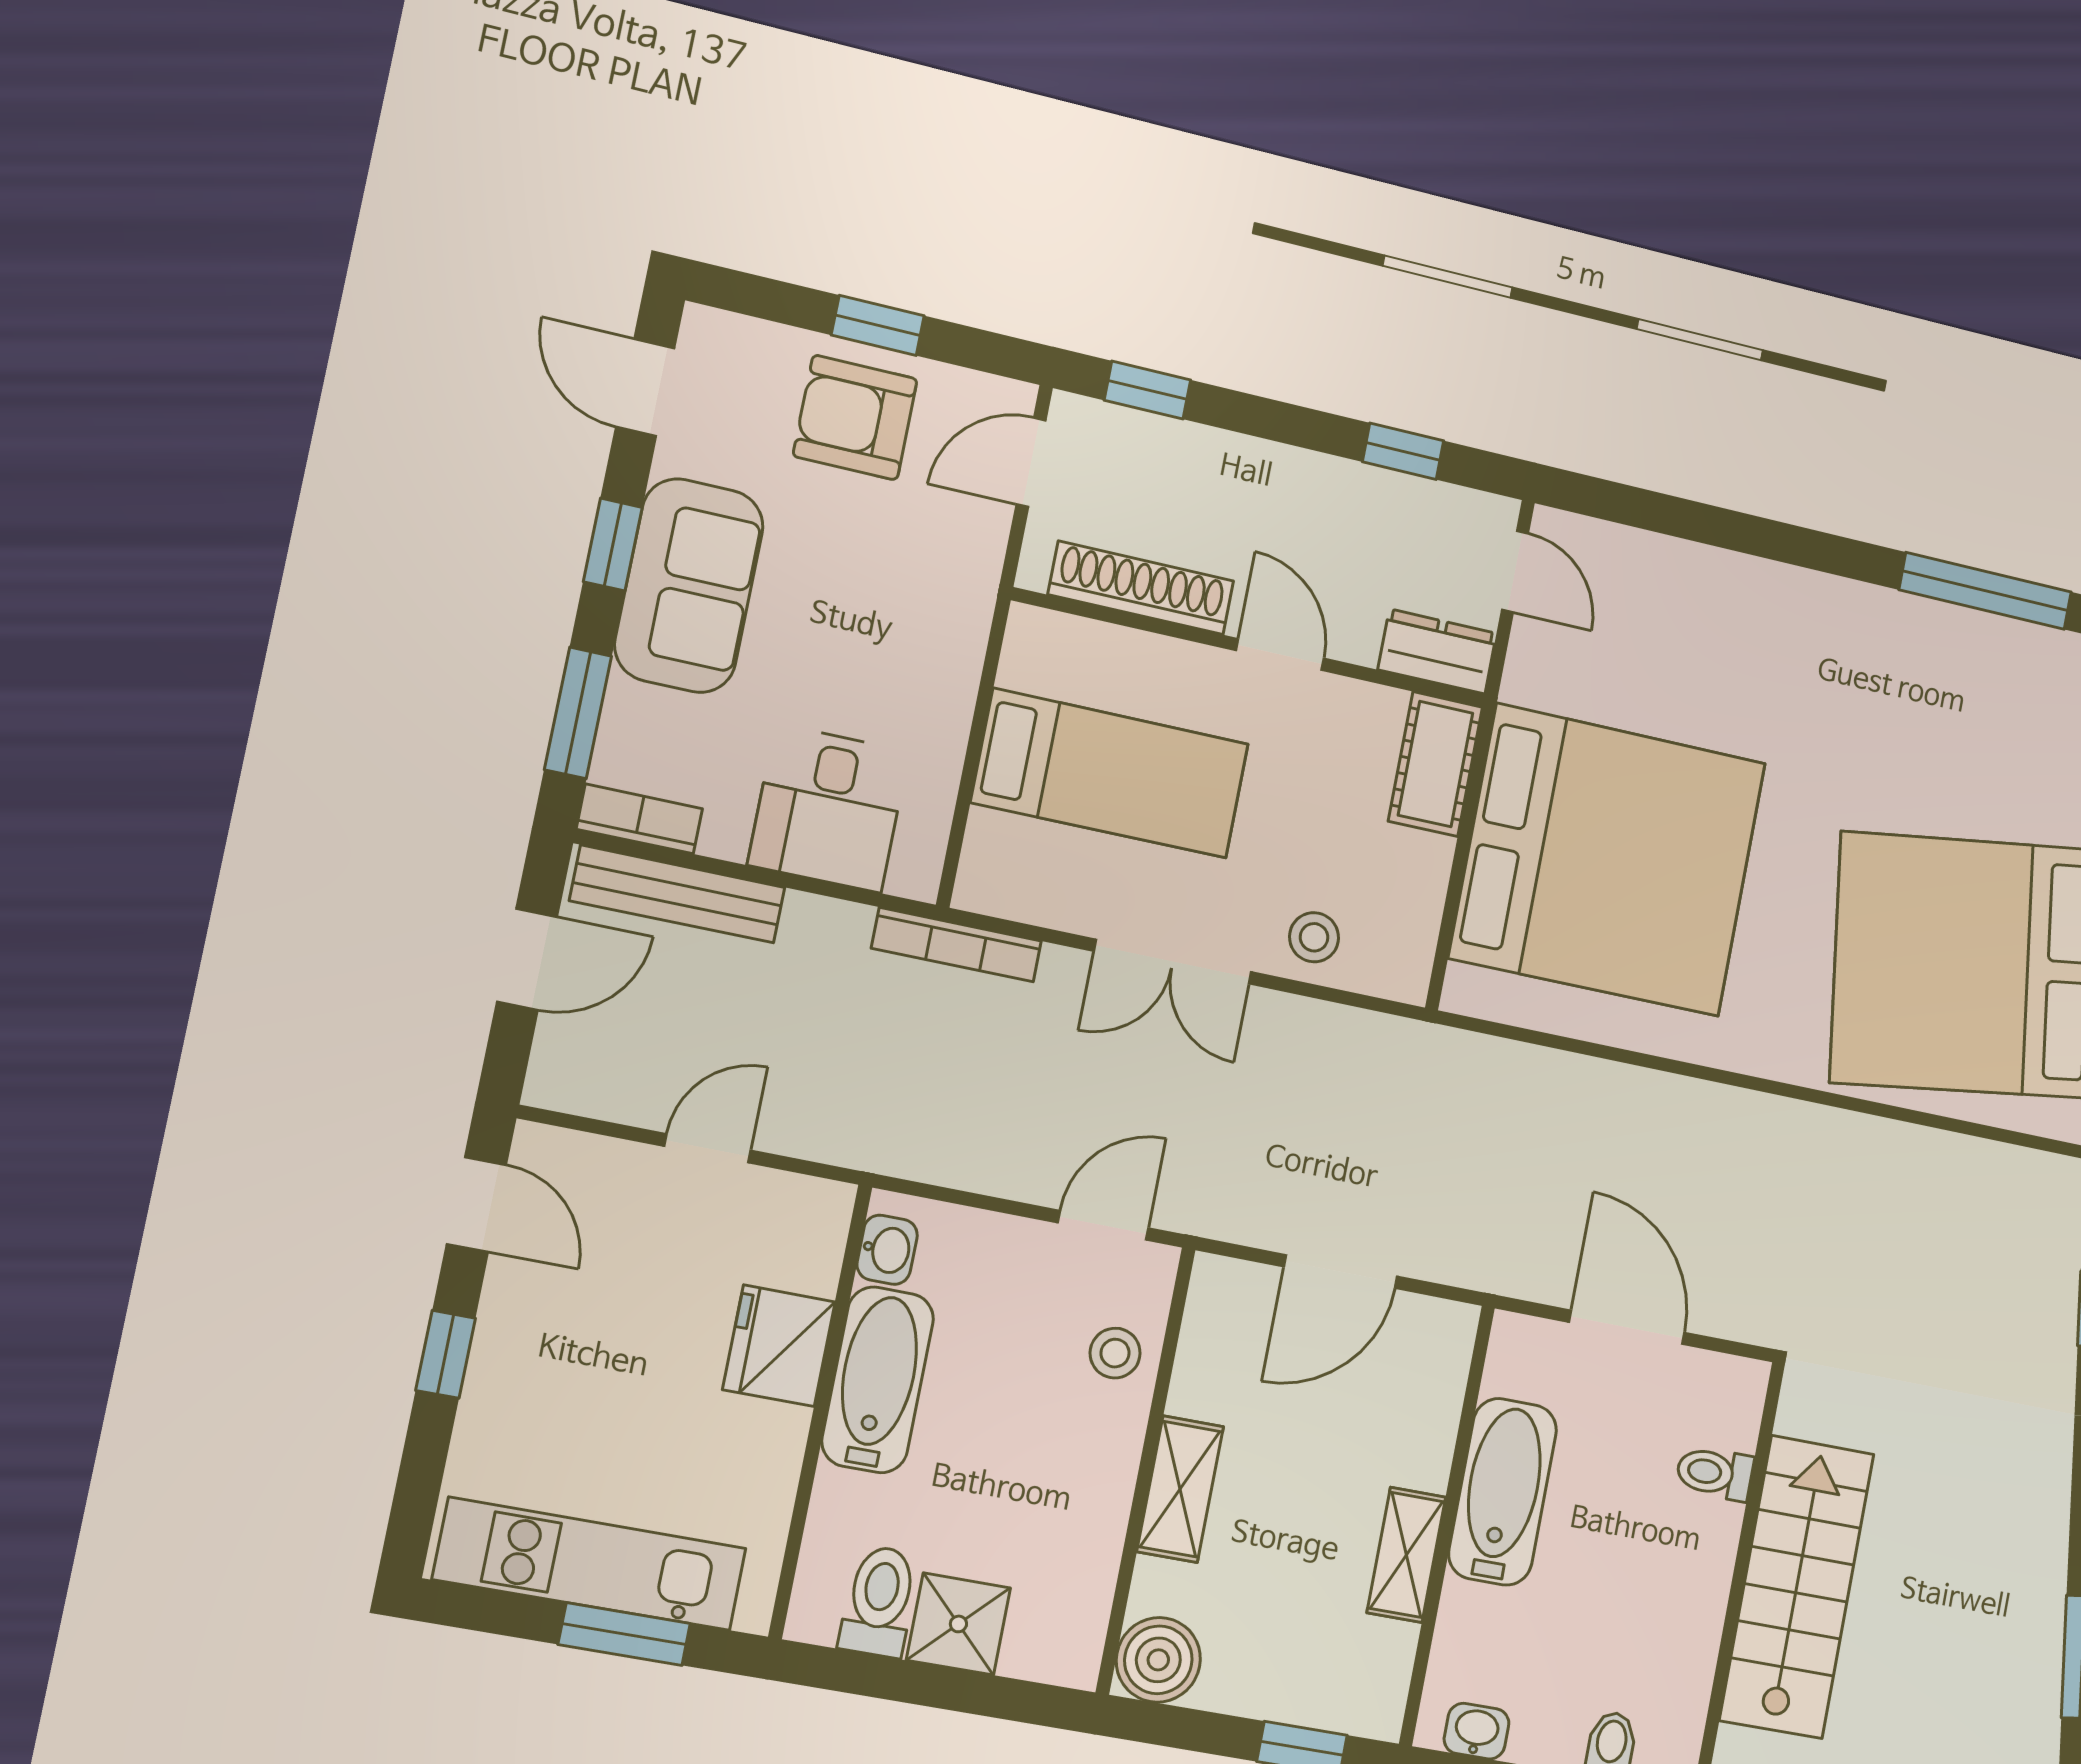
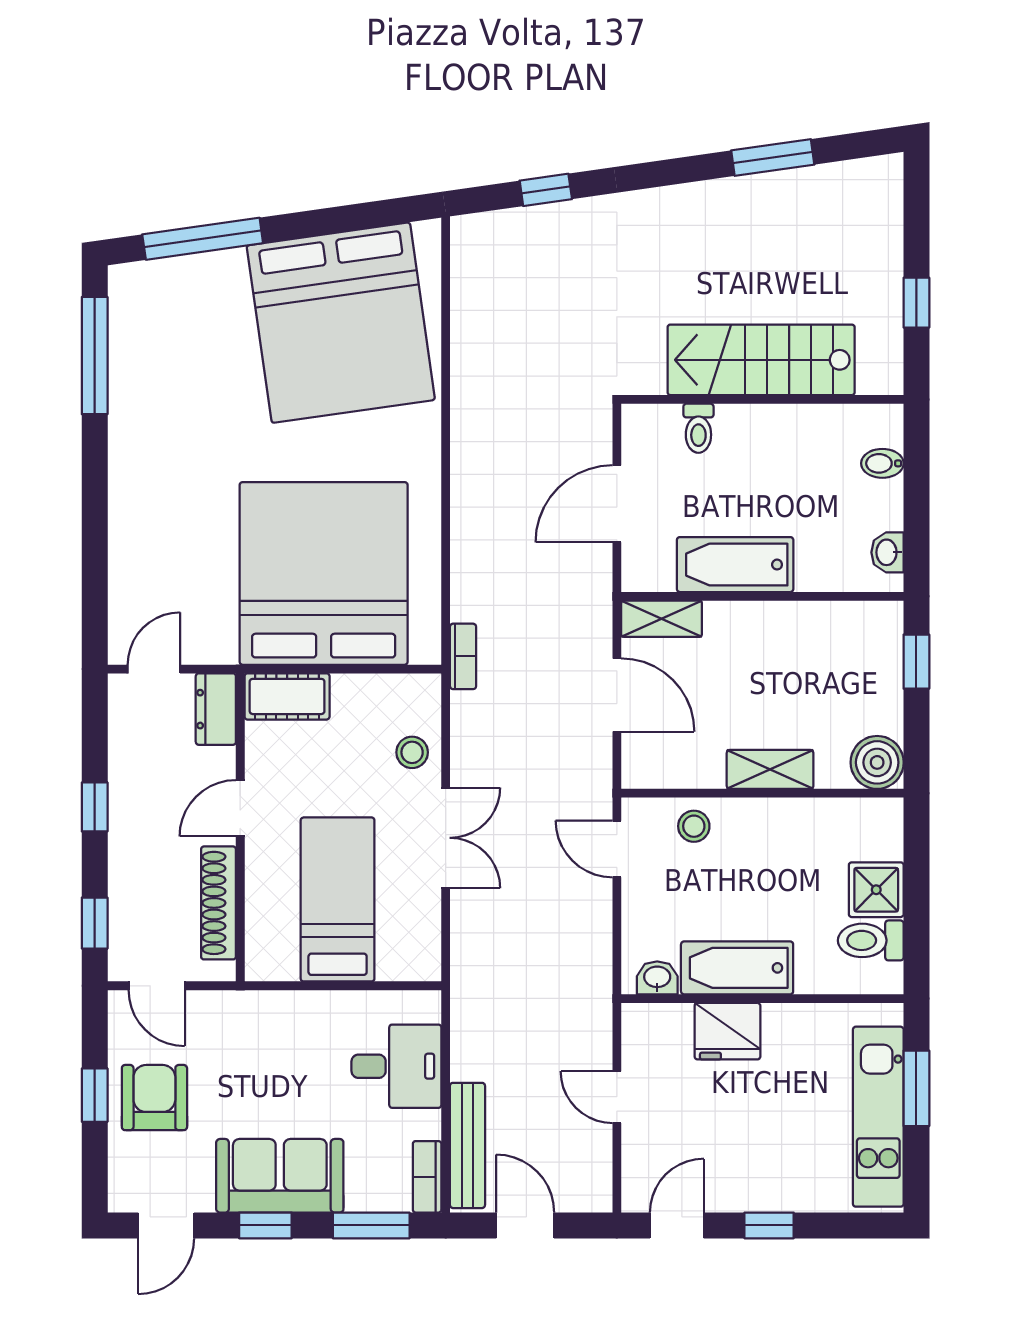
armchair: (855, 418) -> (154, 1098), turned 180
window: (1403, 451) -> (95, 807), moved
bookcase: (957, 945) -> (463, 656), moved, width x0.64
shelving: (1406, 1555) -> (662, 619), moved

